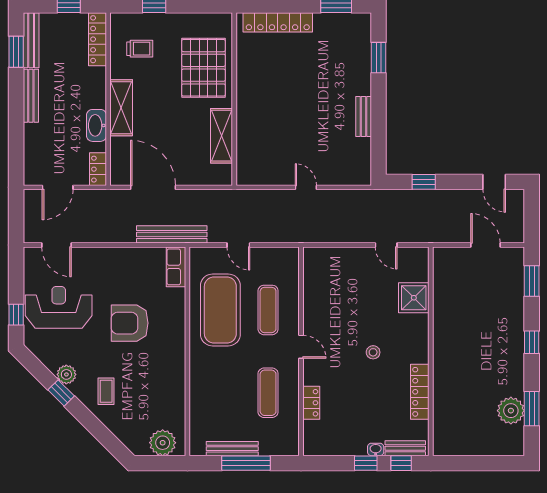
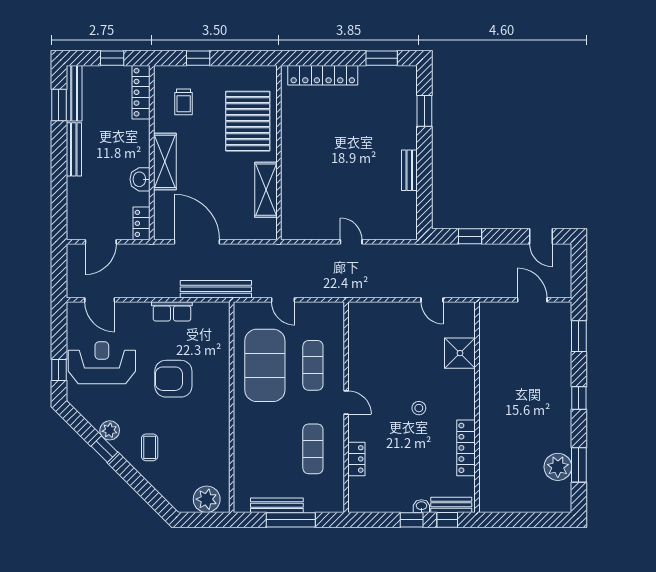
trolley: (140, 49) -> (184, 102), turned 90
washbasin: (96, 125) -> (140, 179), width x0.72
row of seats: (176, 267) -> (172, 311), moved, turned -90

